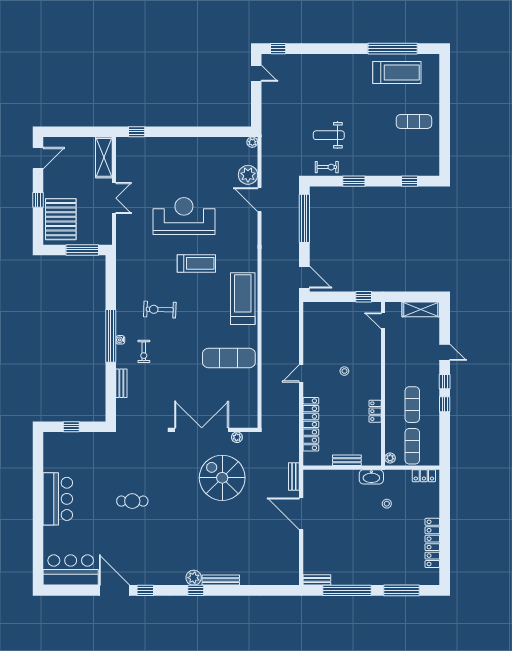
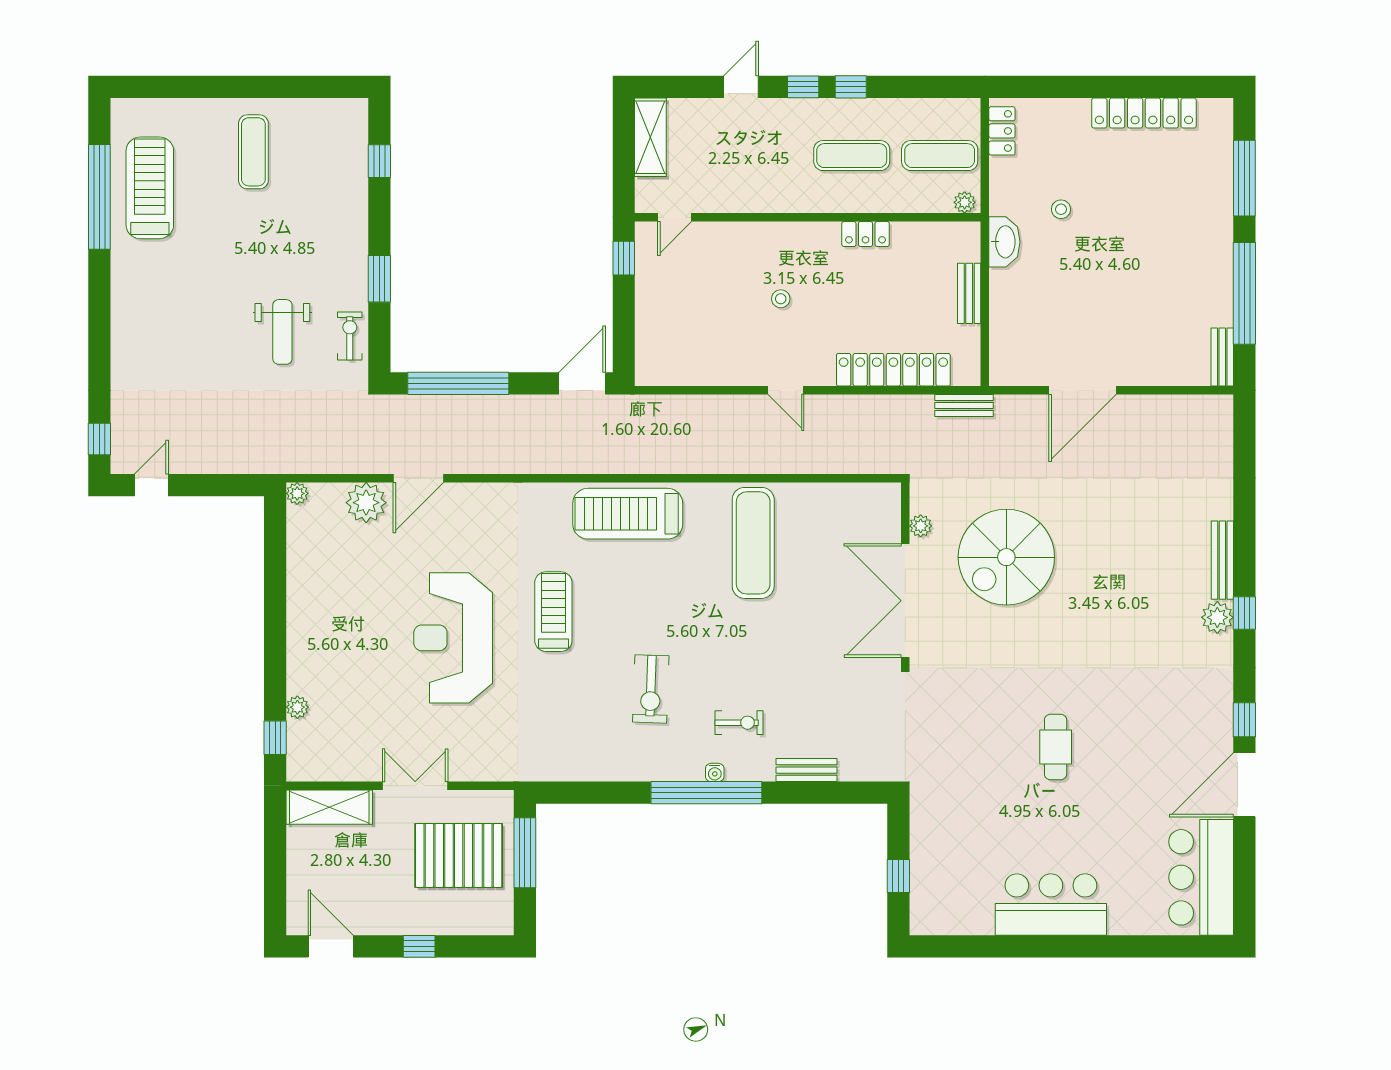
plant: (151, 142) -> (297, 707), added
pallet: (61, 219) -> (459, 855), moved
bench: (294, 477) -> (964, 406), moved

